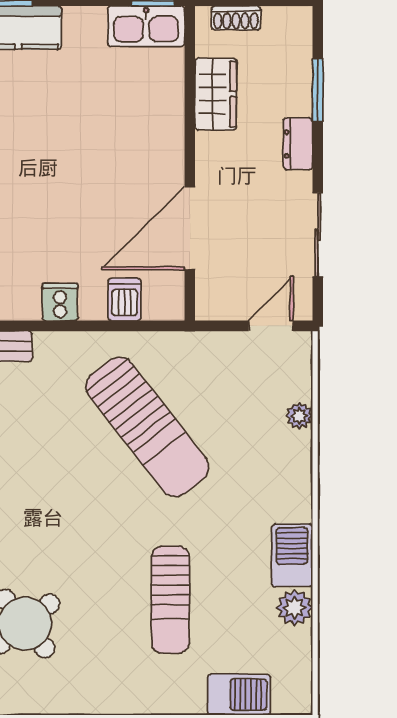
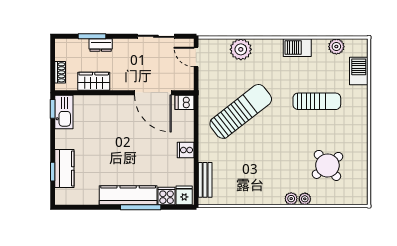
dresser: (298, 144) -> (101, 45), moved
dishwasher: (125, 299) -> (184, 102), moved
plant: (299, 416) -> (241, 49), width x1.88, depth x1.88
plant: (294, 608) -> (336, 47), moved

